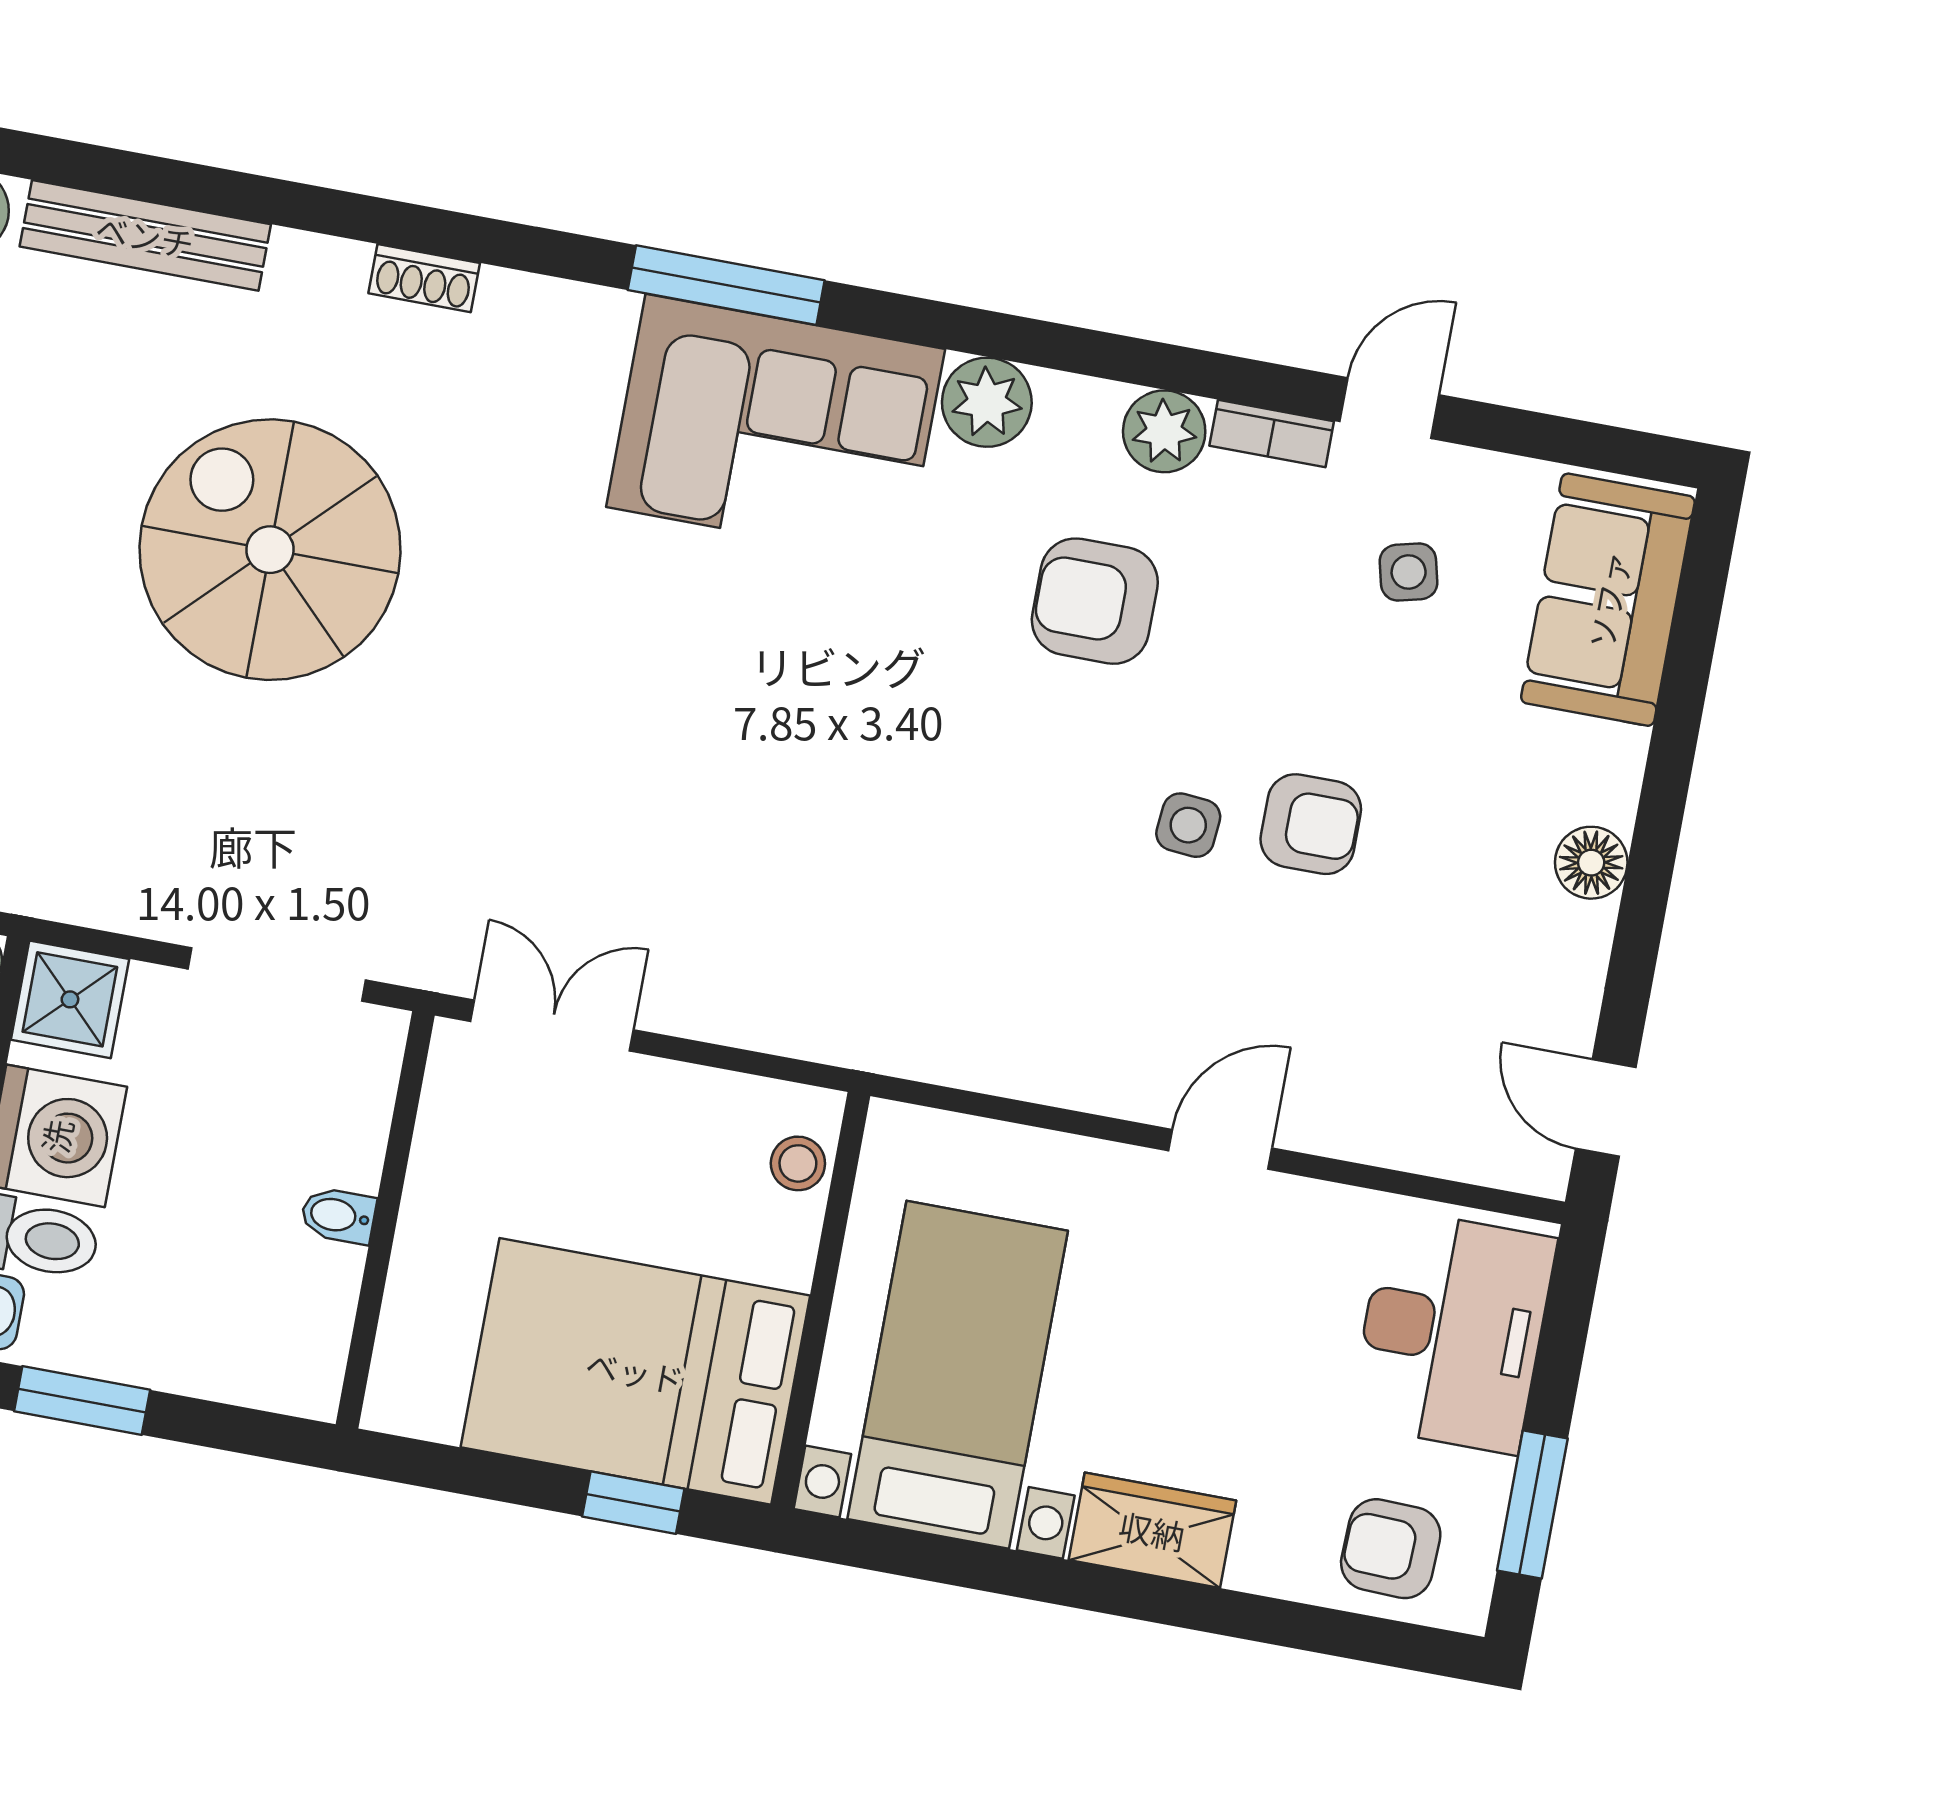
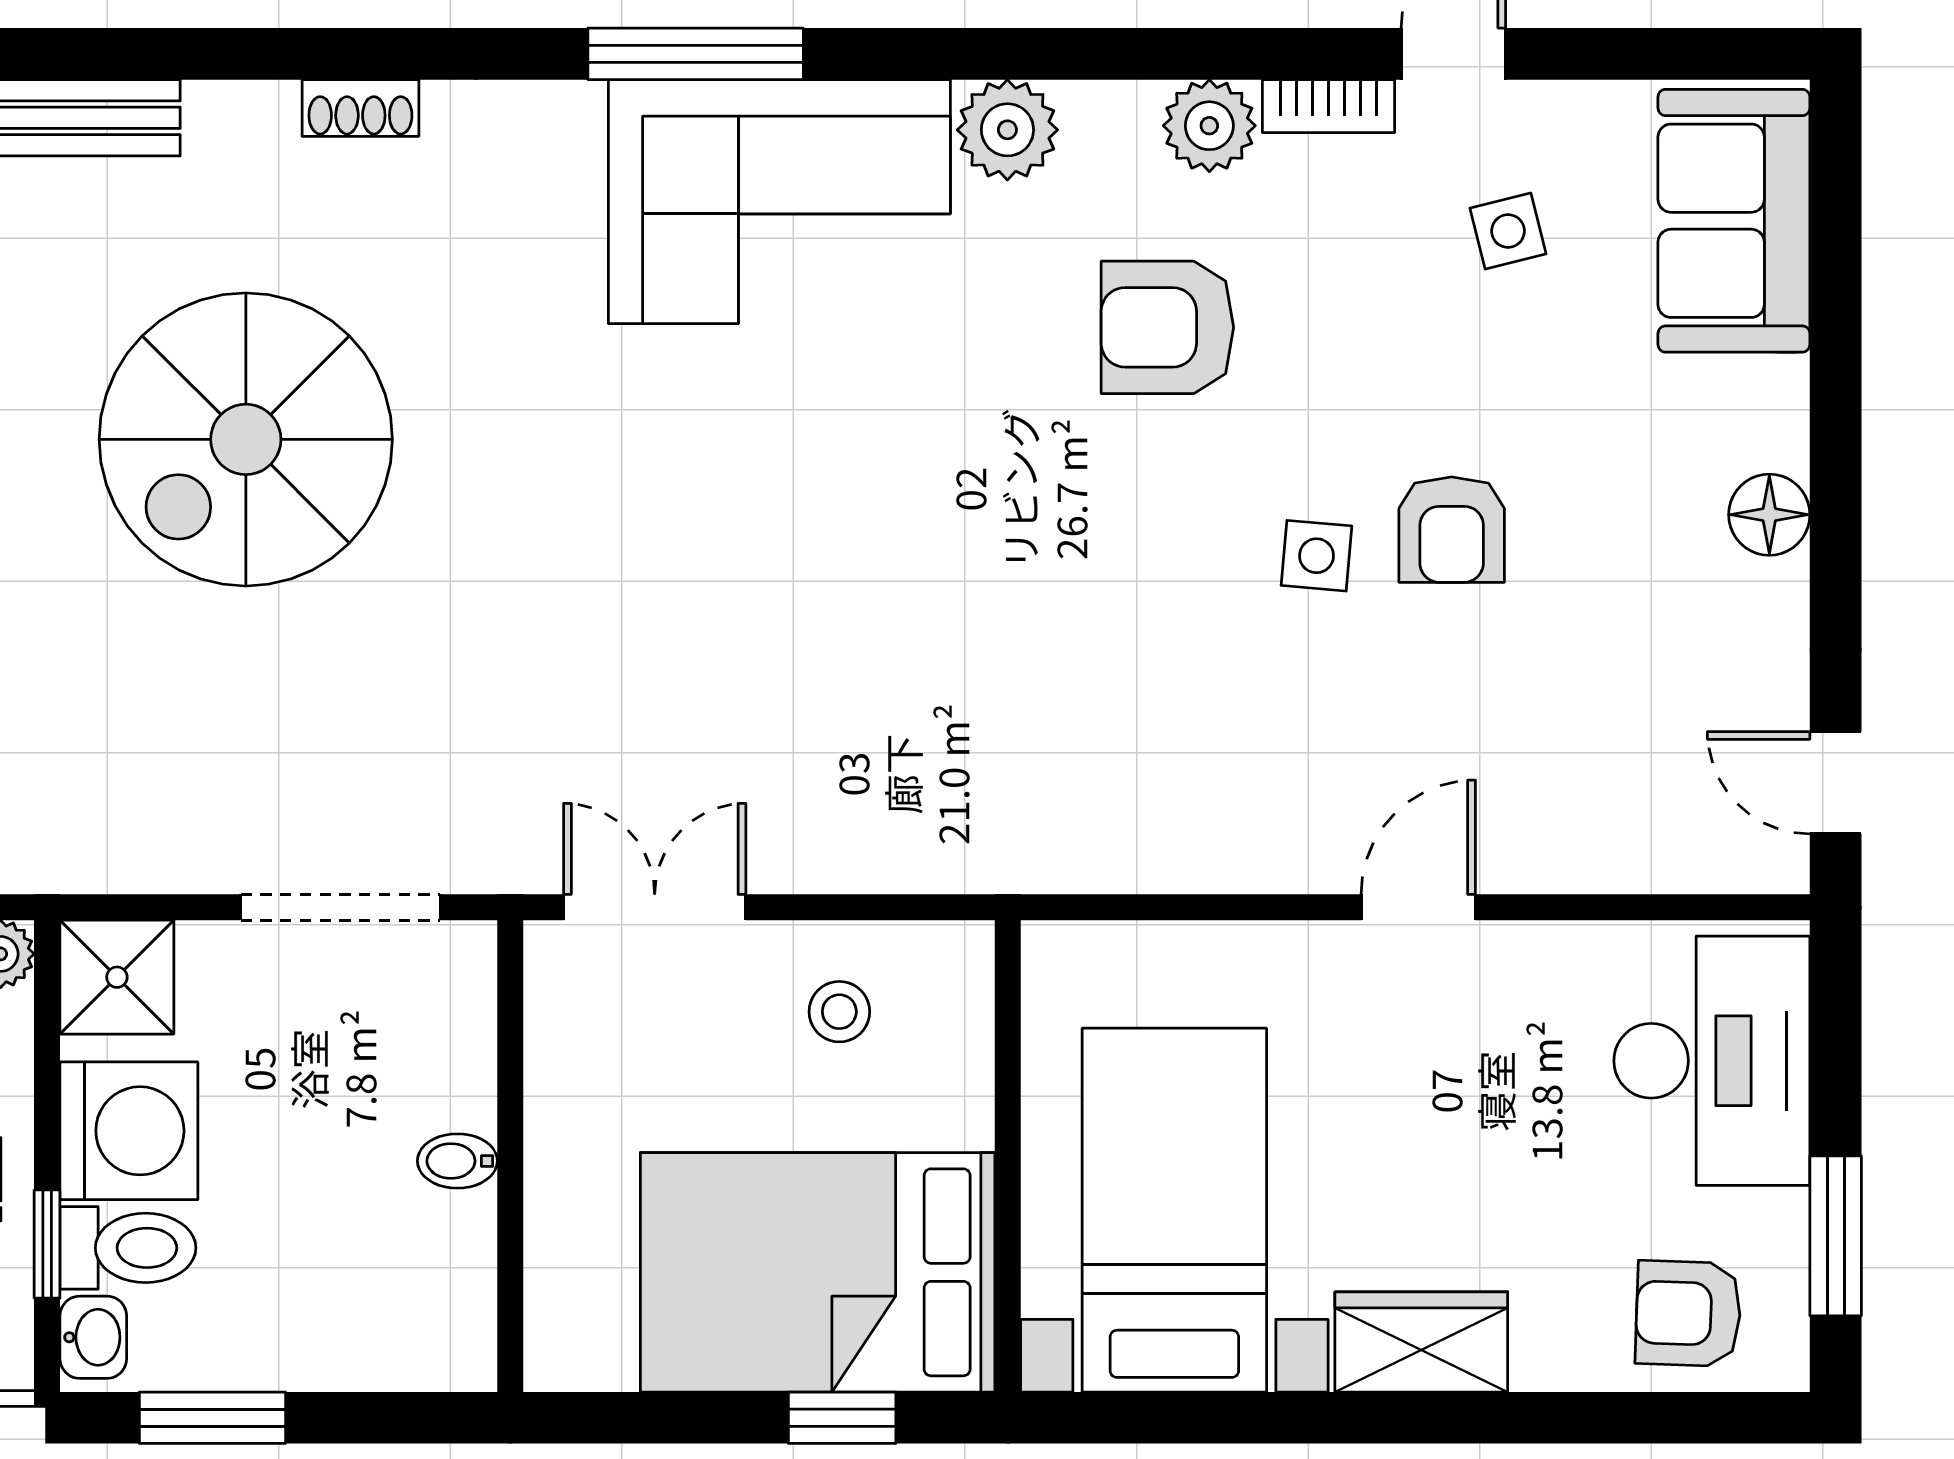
spiral stairs: (270, 550) -> (246, 439), turned -90
armchair: (1311, 824) -> (1452, 530), turned 90
stool: (798, 1163) -> (839, 1012), moved

